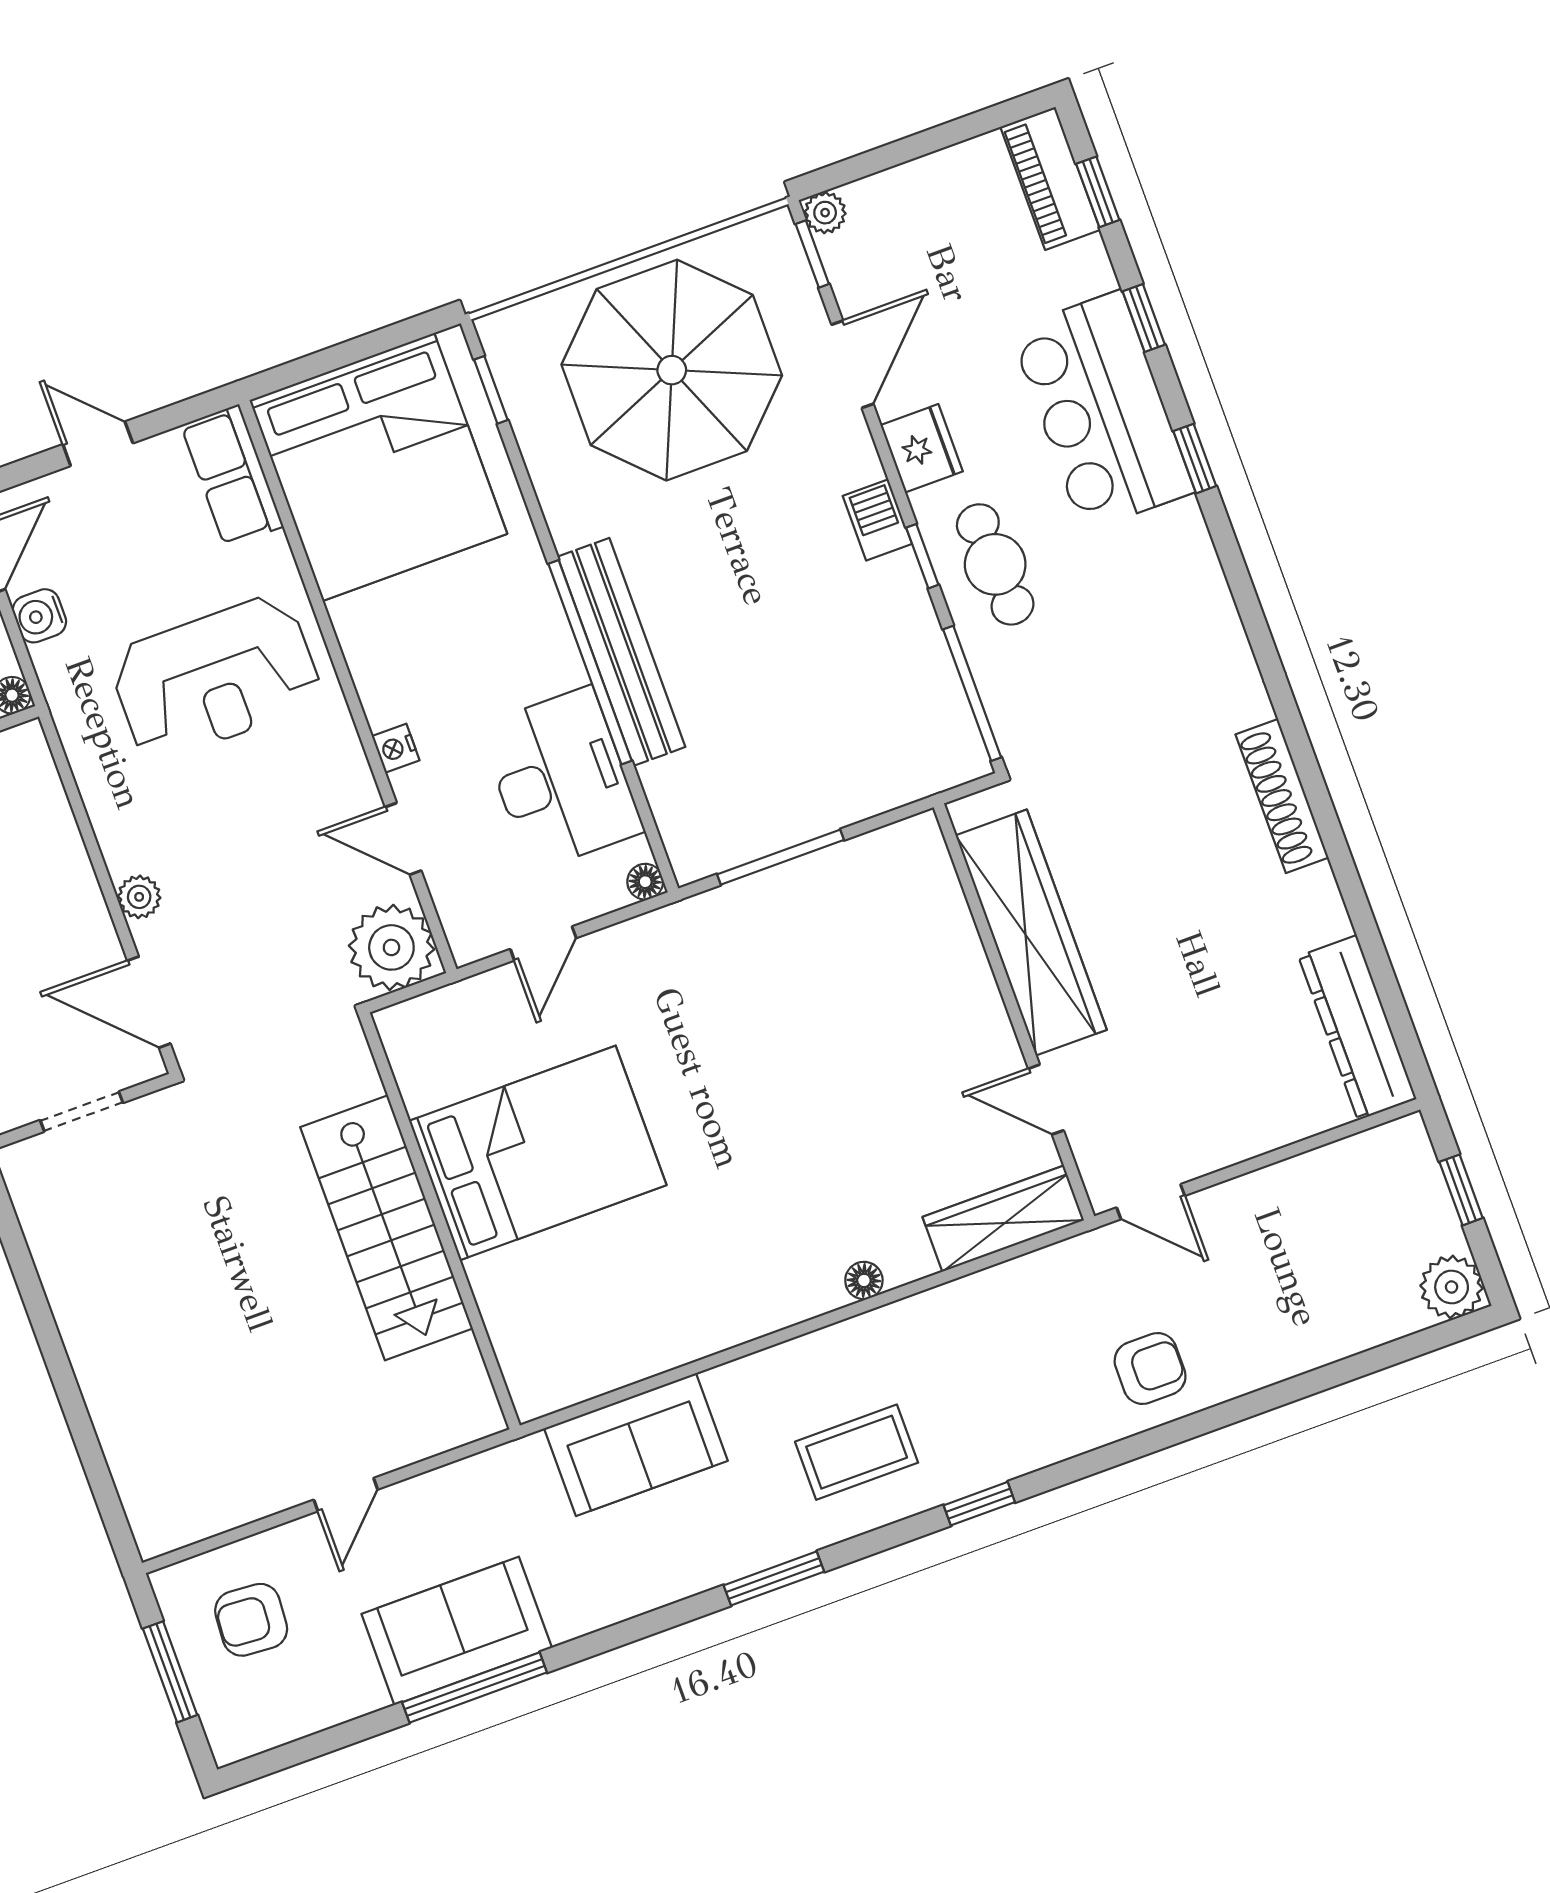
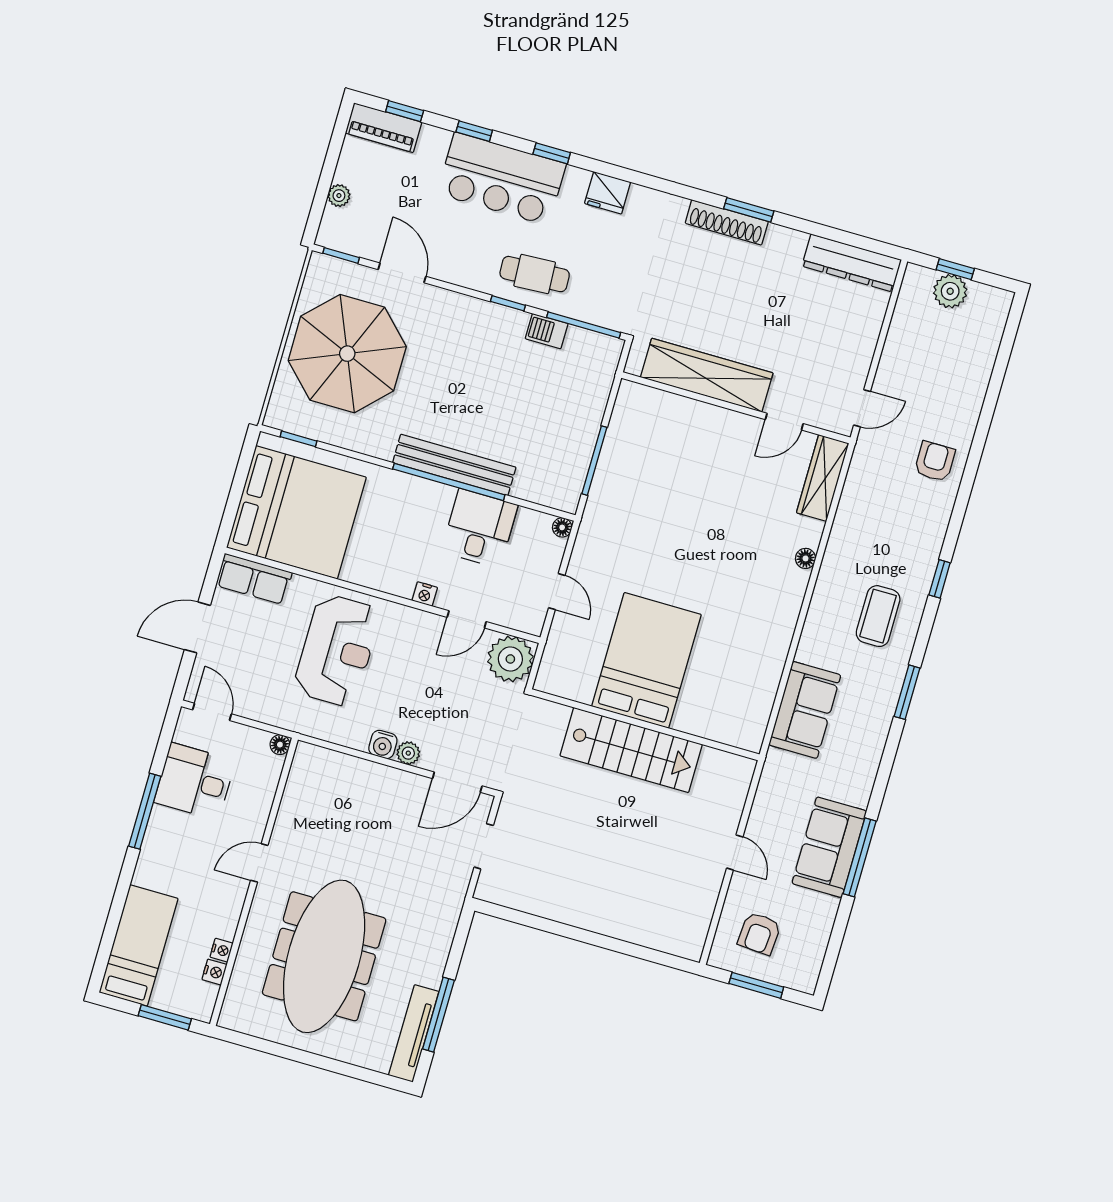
plant: (825, 213) -> (339, 196), moved
door: (98, 444) -> (197, 627), width x1.38
fridge: (922, 448) -> (608, 193), moved, turned 180
barbecue: (877, 520) -> (547, 331), moved
water cooler: (39, 616) -> (383, 744), moved
desk: (561, 779) -> (480, 528), width x0.73
window: (1325, 816) -> (749, 210), added
plant: (1452, 1287) -> (950, 291), moved

